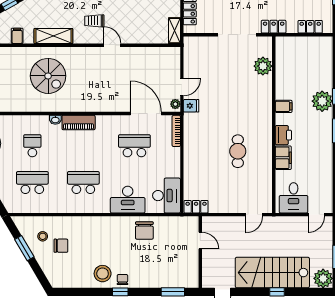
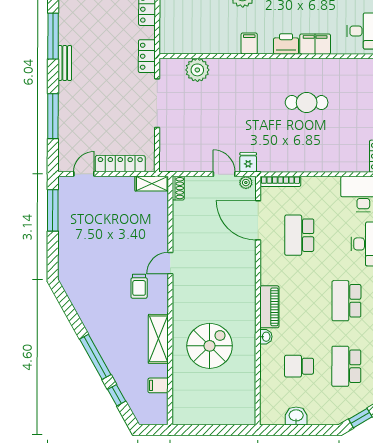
shoe rack: (171, 51) -> (178, 188), added
door: (146, 114) -> (258, 220), hinge flipped

